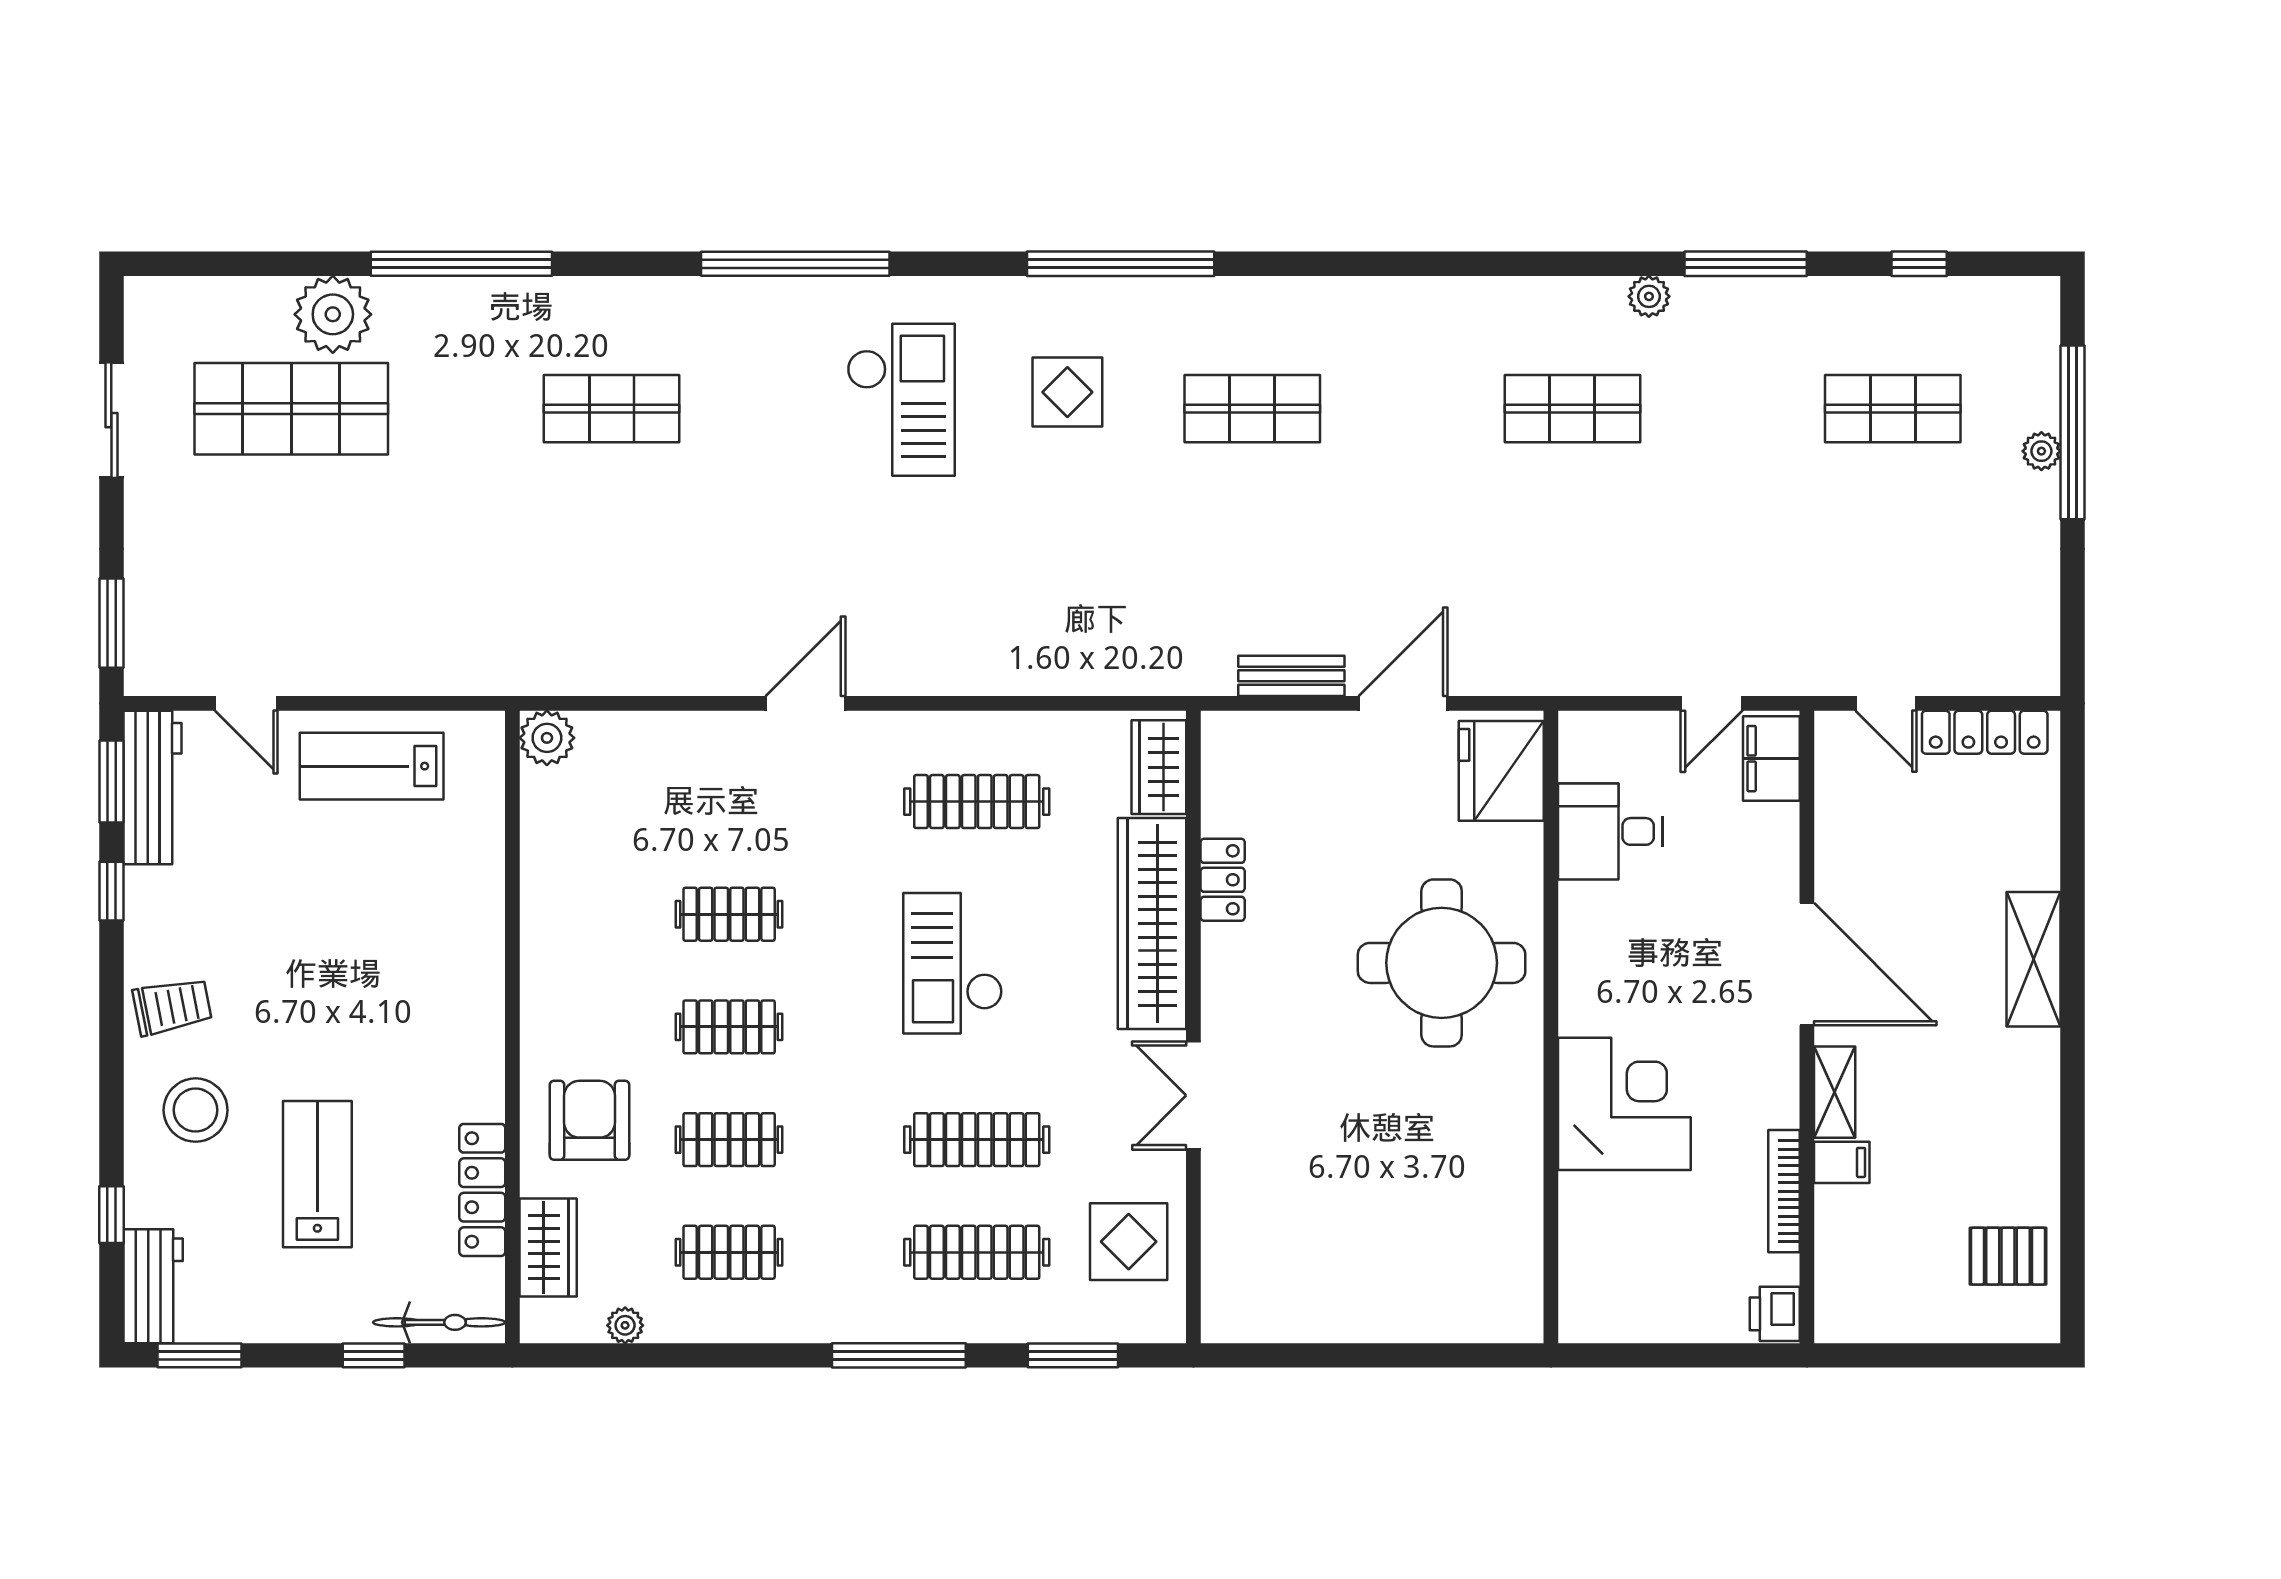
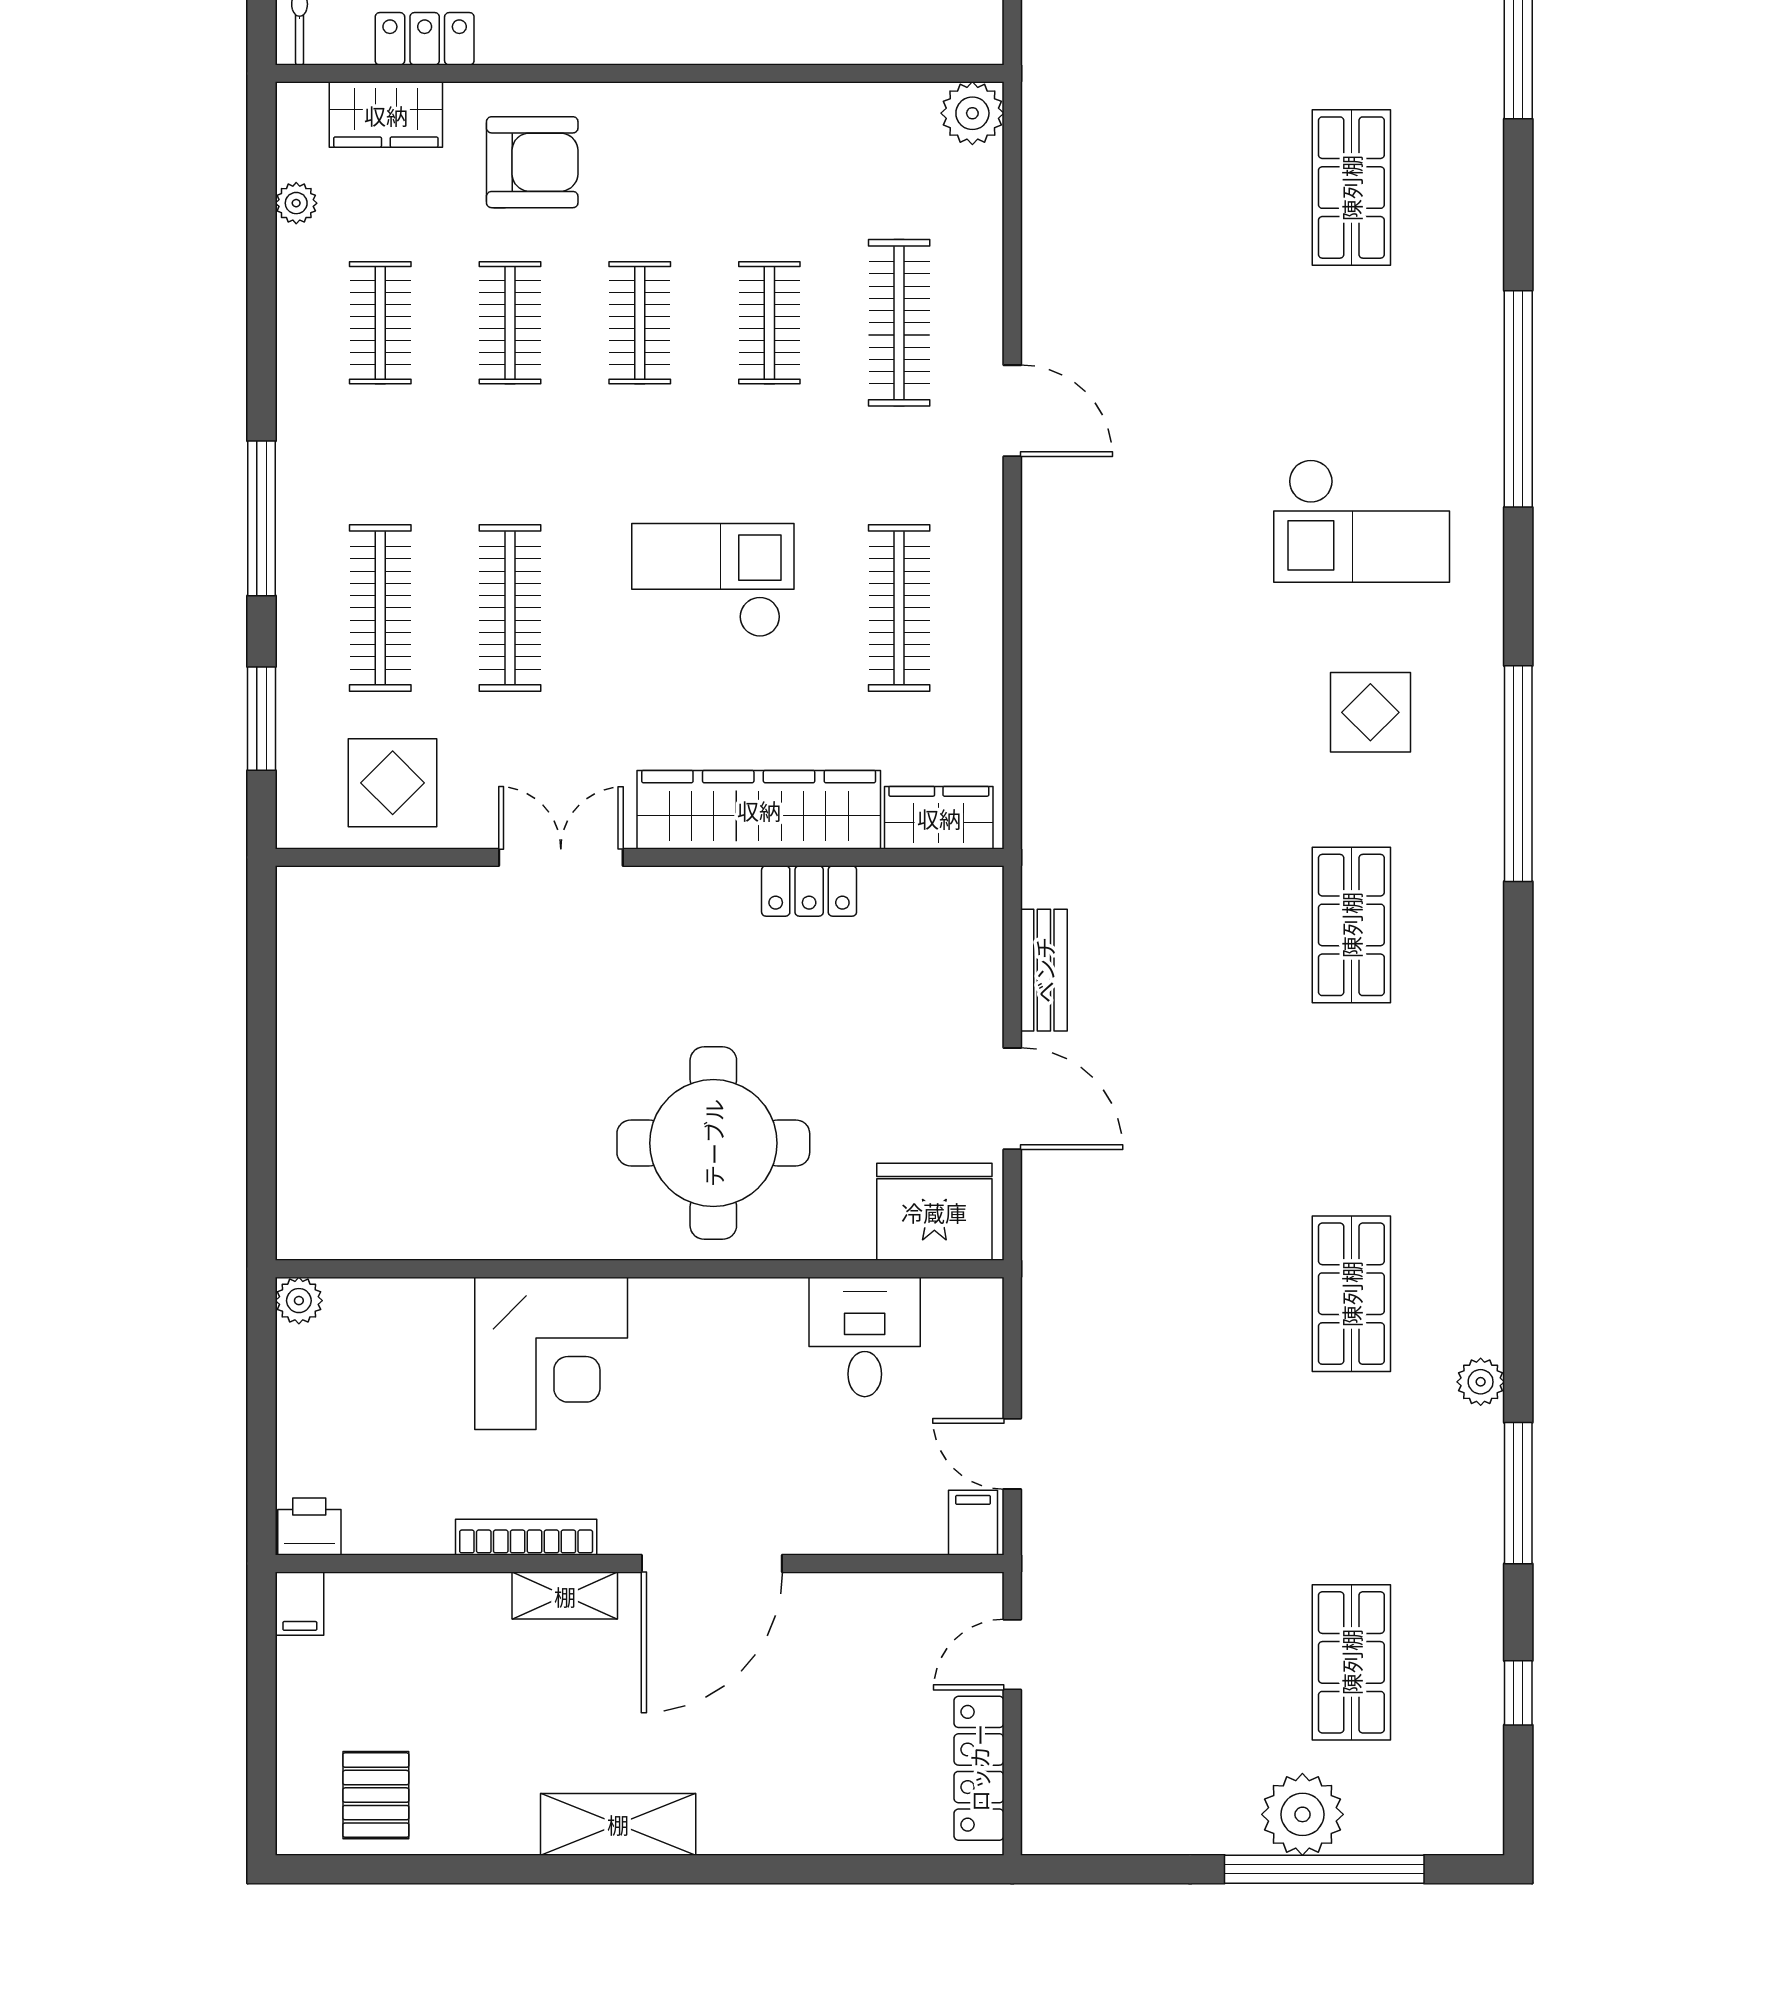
plant: (2041, 451) -> (1302, 1814), width x1.87, depth x1.87
filing cabinet: (1771, 759) -> (973, 1523), width x0.50
clothes rail: (729, 802) -> (899, 323), added
shelving: (2033, 959) -> (618, 1824), moved
filing cabinet: (1842, 1162) -> (300, 1604), moved
locker: (482, 1190) -> (425, 39), width x0.66
bookcase: (1784, 1191) -> (526, 1537), moved
plant: (1578, 1323) -> (299, 1301), added

